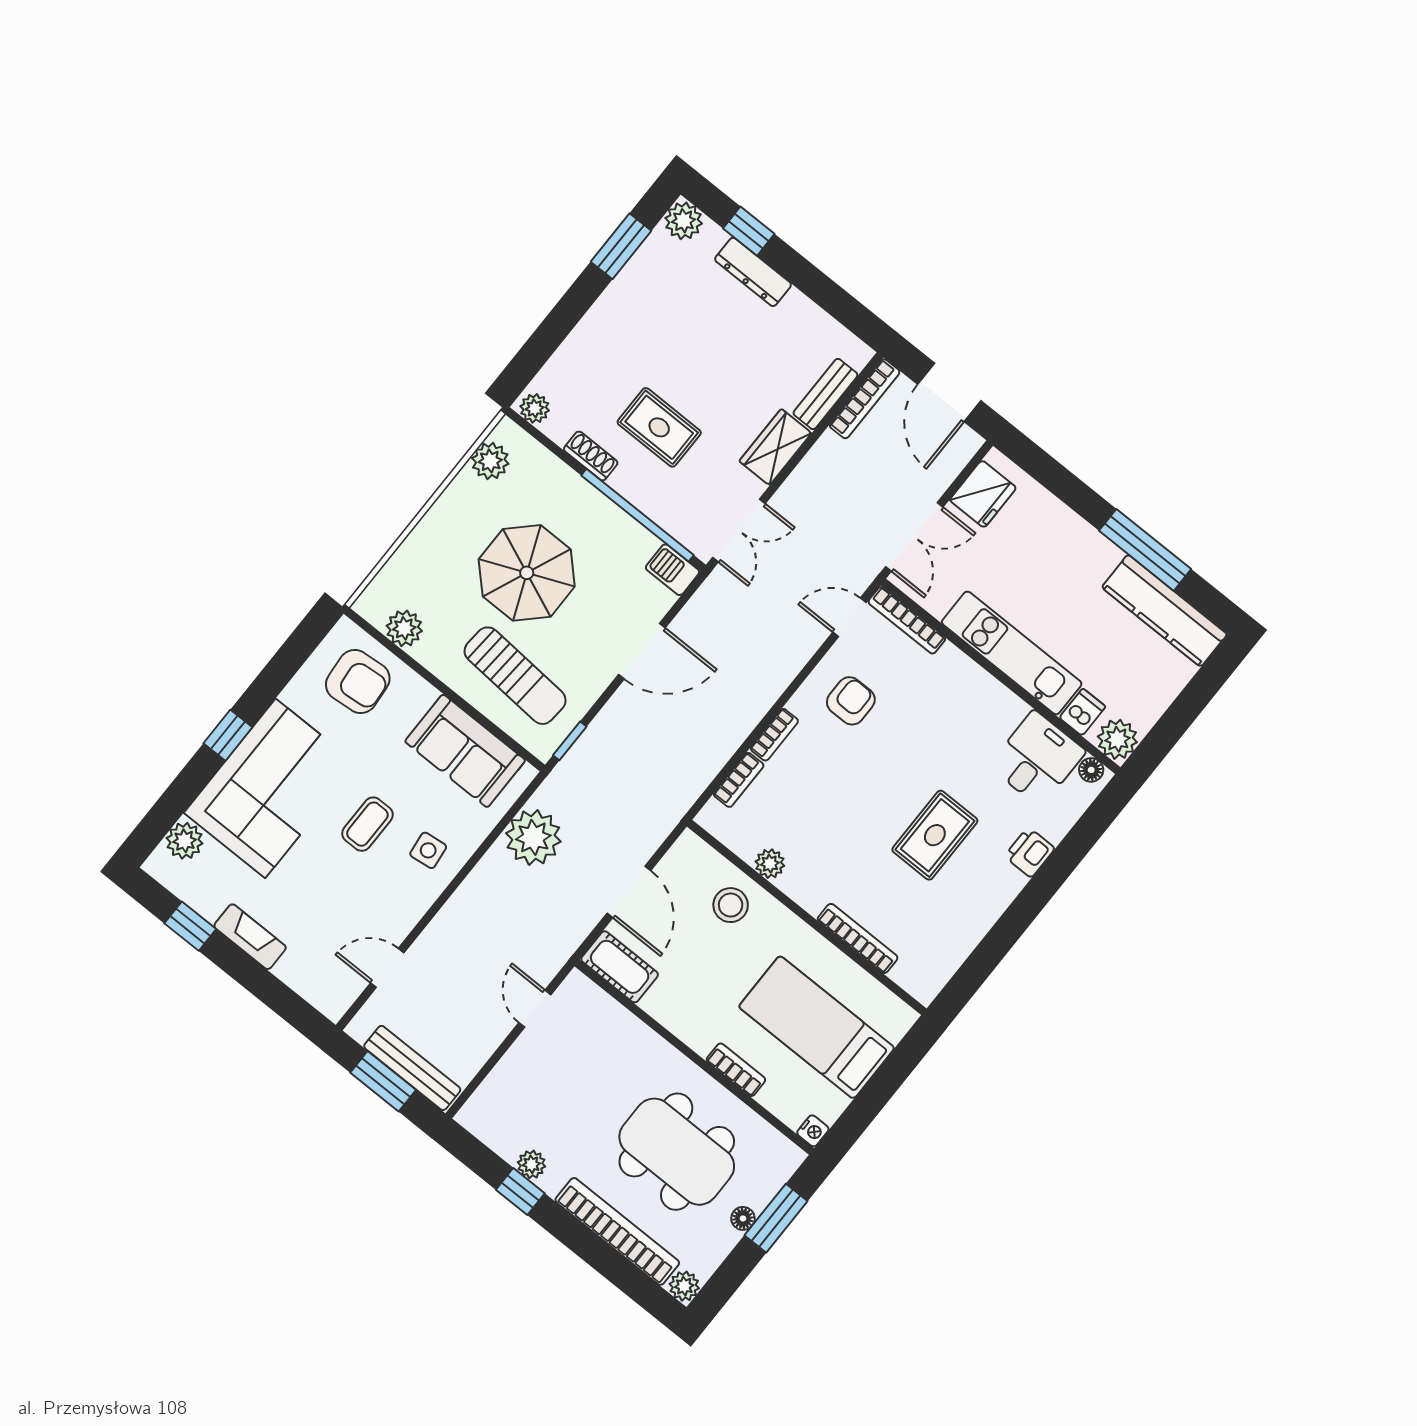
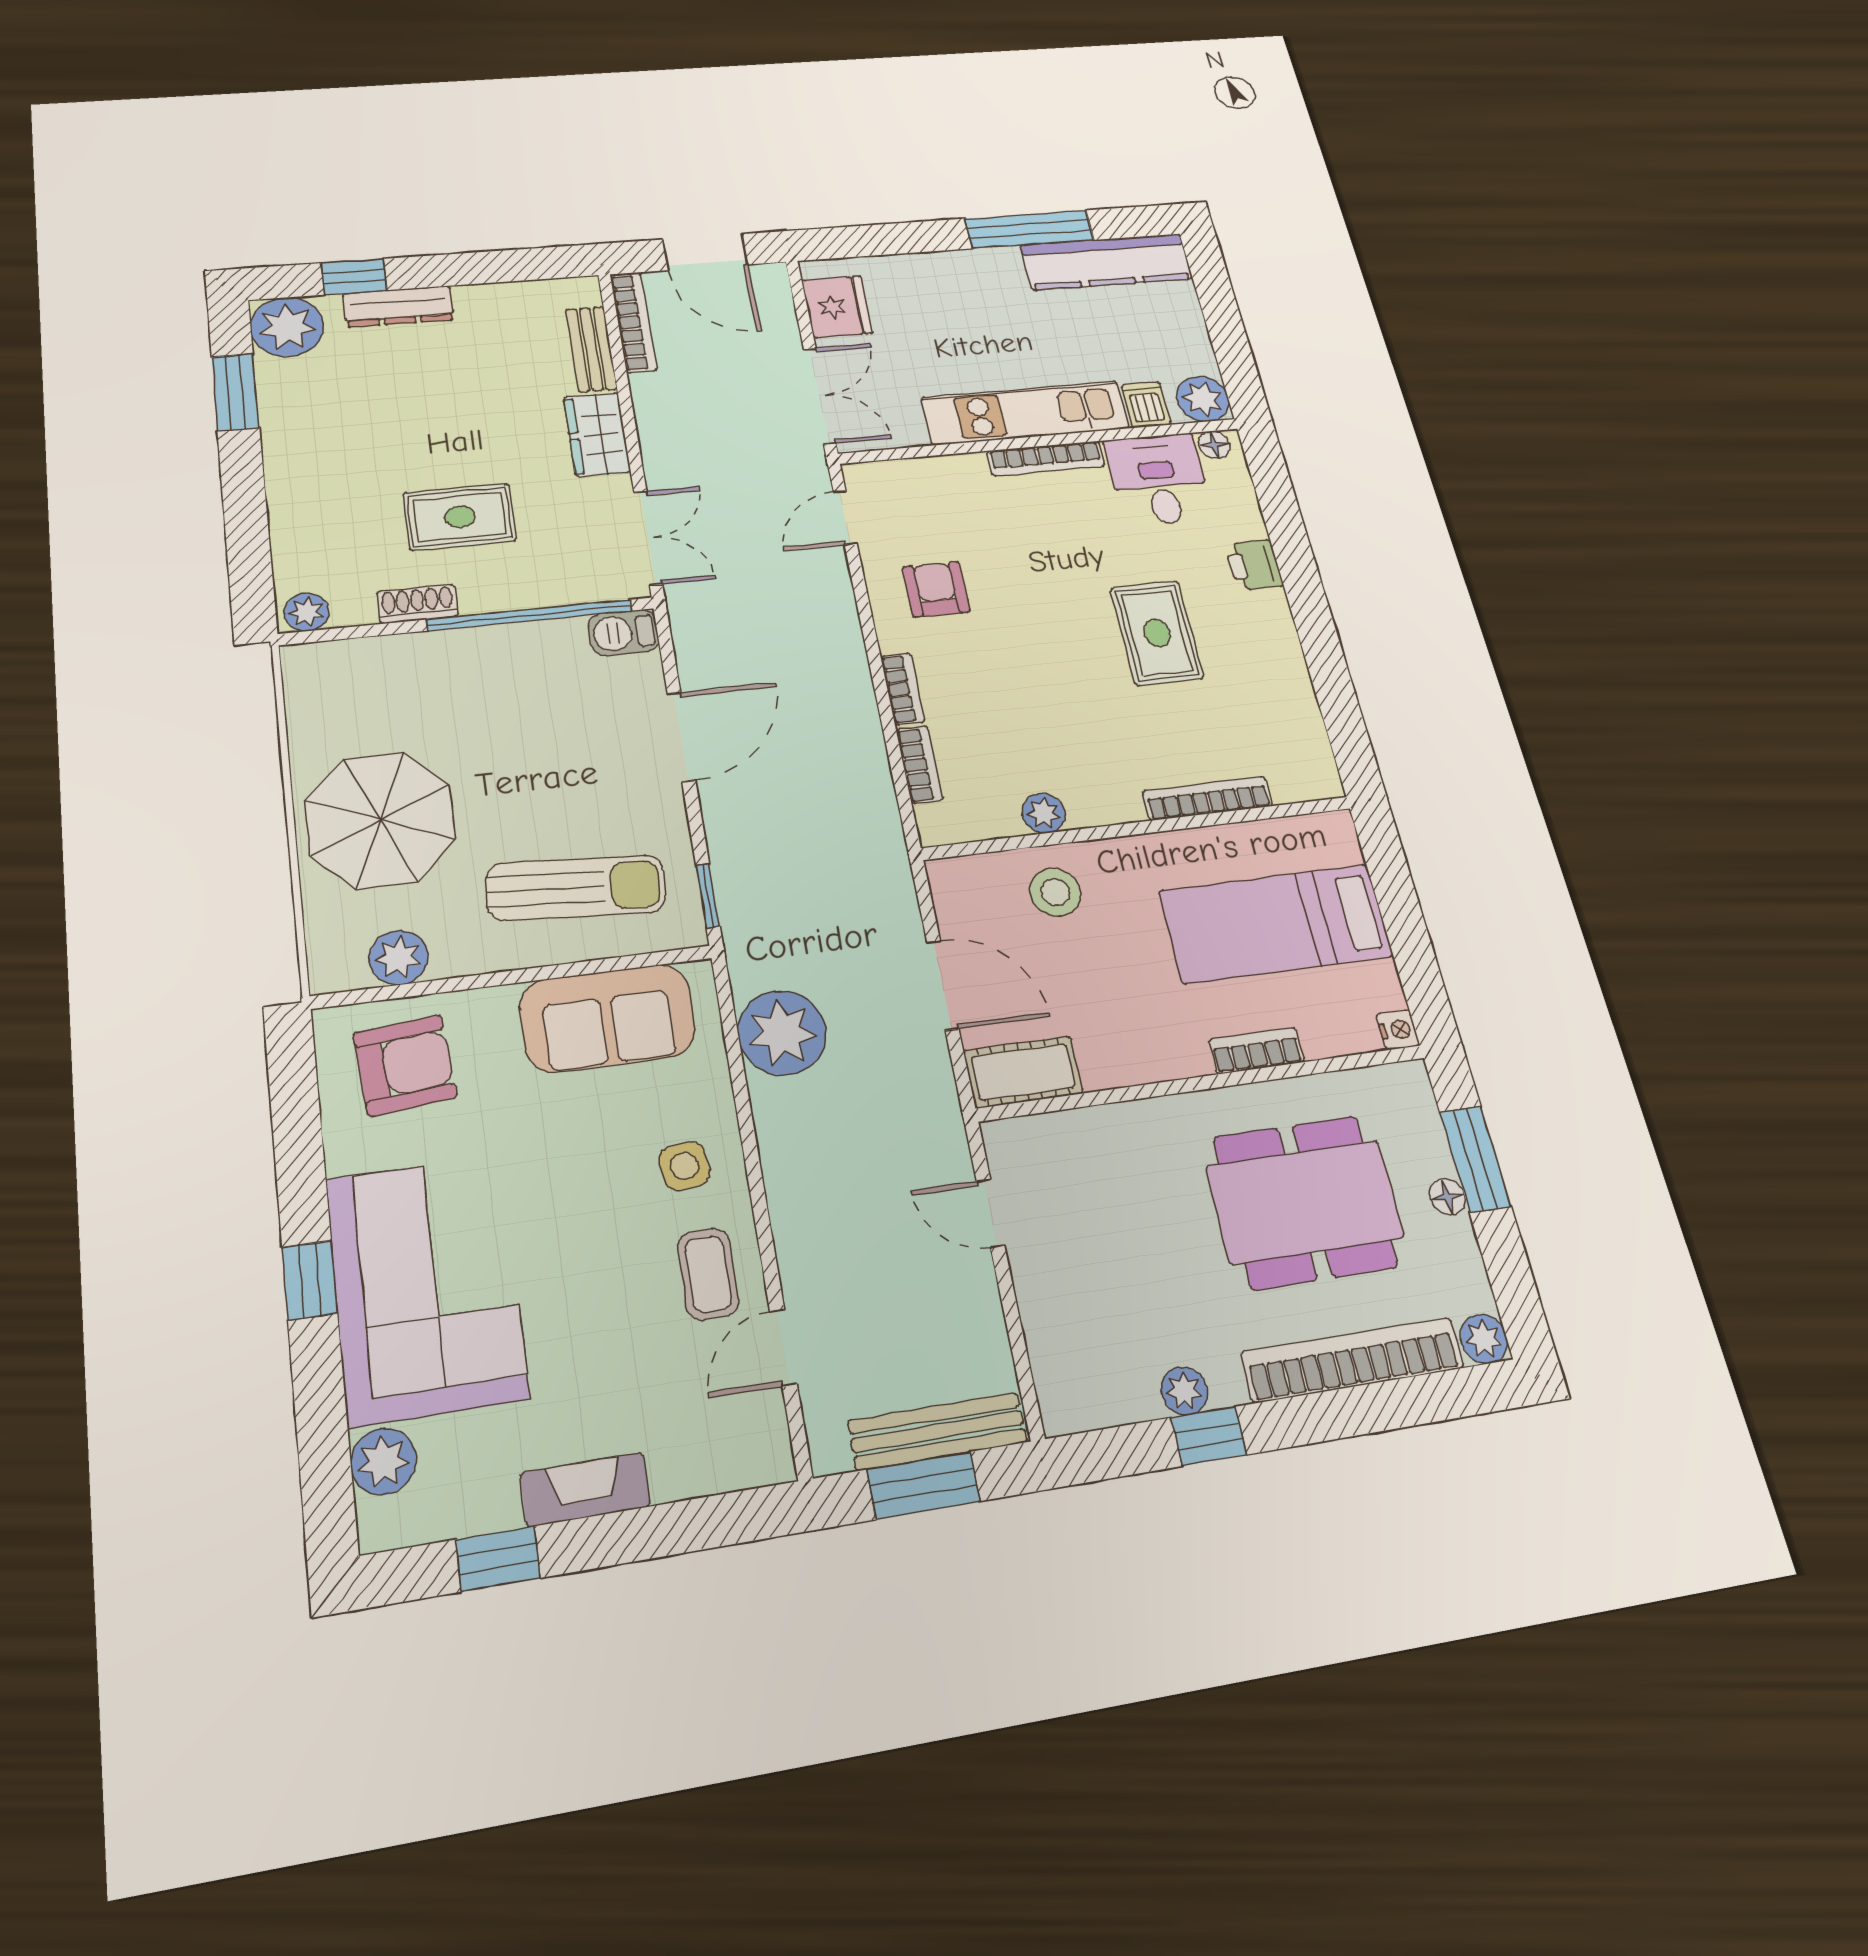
plant: (684, 221) -> (287, 327), width x1.36, depth x1.36
plant: (490, 461) -> (313, 703), removed
parasol: (527, 573) -> (380, 820), moved
bookcase: (907, 620) -> (1046, 458), moved
coffee table: (367, 824) -> (708, 1274), moved

